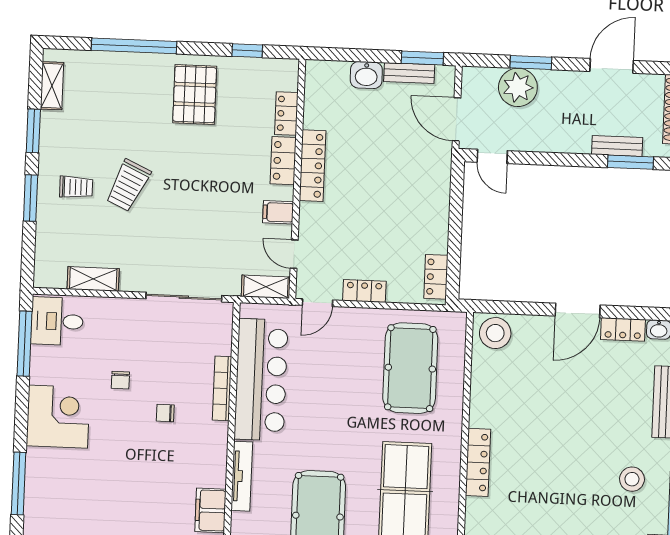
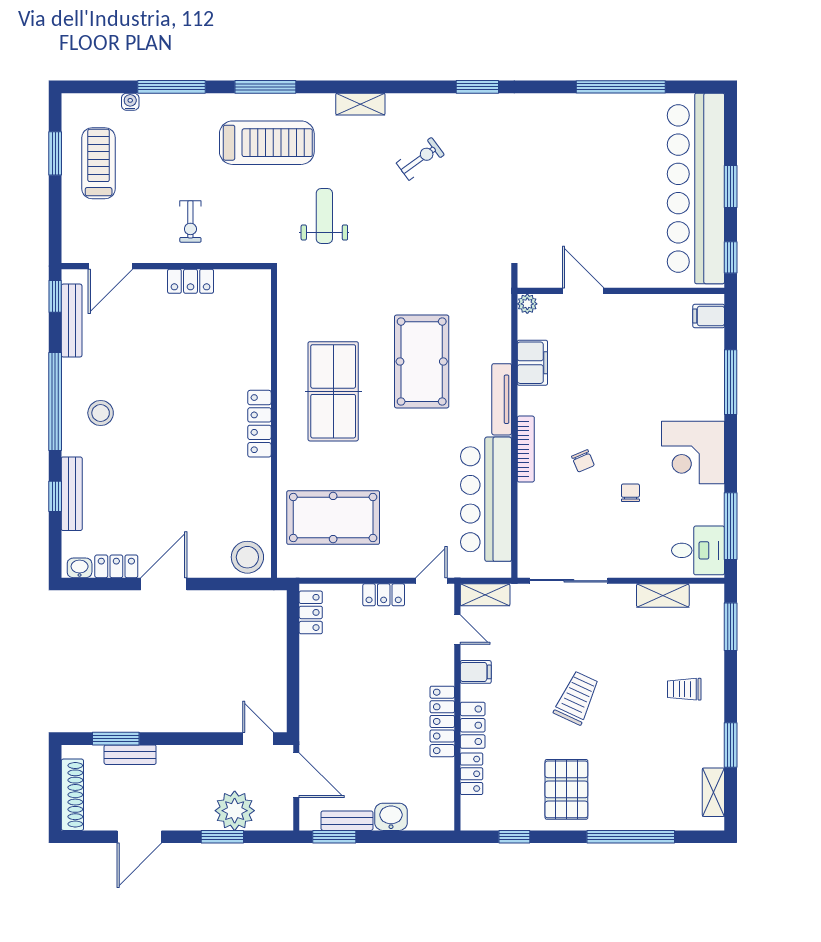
trolley: (128, 185) -> (577, 698), moved
window: (31, 198) -> (731, 627), moved
pool table: (410, 368) -> (333, 518), turned 90
bookcase: (222, 388) -> (526, 449), moved
chair: (165, 413) -> (583, 461), turned 67

